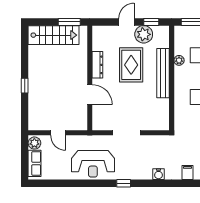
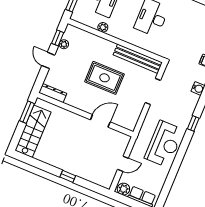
plant: (144, 34) -> (64, 44), width x0.53, depth x0.53
dresser: (97, 65) -> (53, 93), moved
rug: (131, 65) -> (104, 78), moved
bench: (163, 73) -> (138, 59), moved
doorway: (126, 133) -> (153, 91), moved

